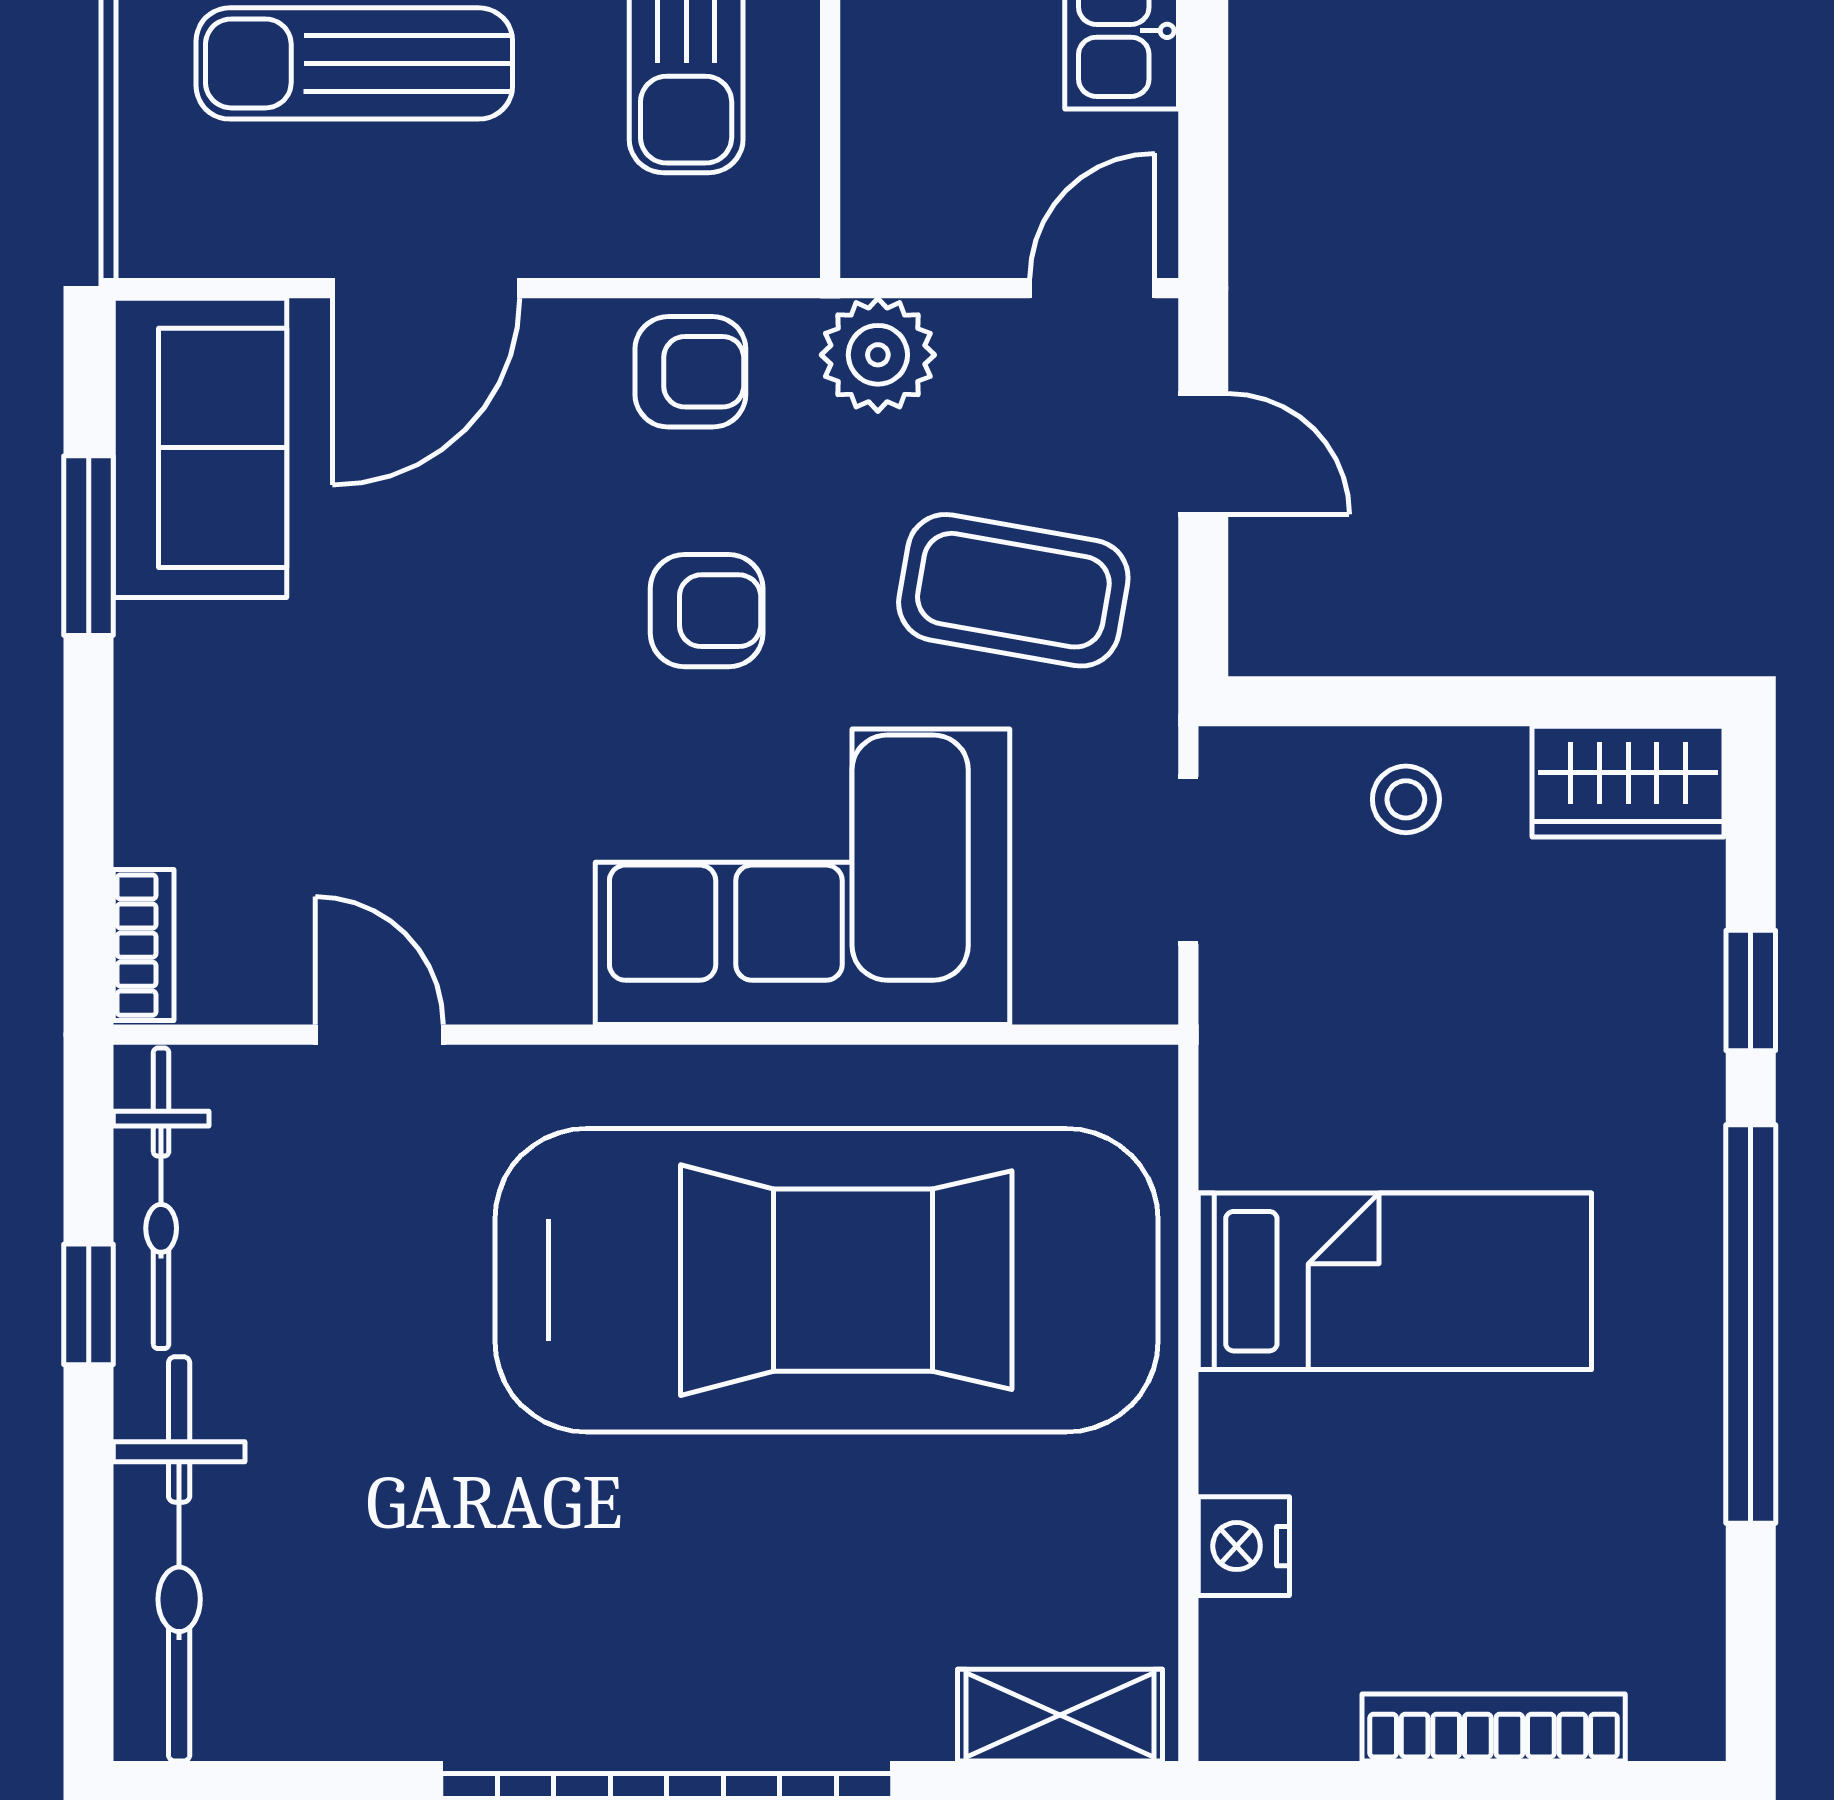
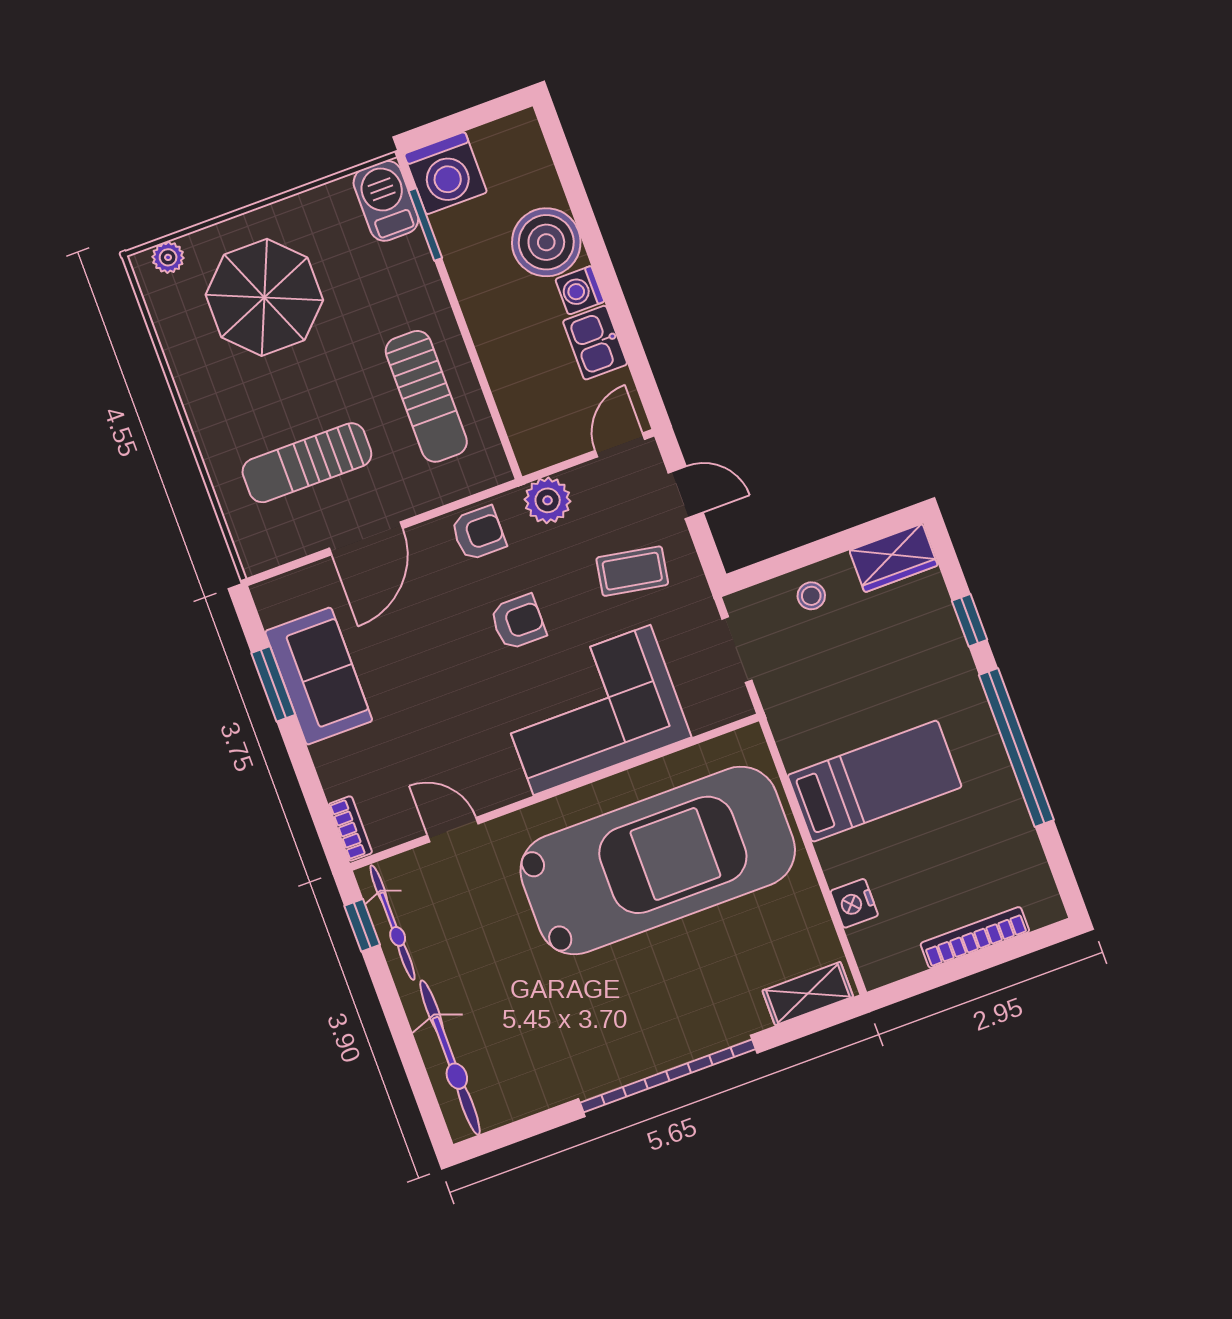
sofa: (200, 448) -> (319, 676), moved
coffee table: (1013, 590) -> (632, 571), width x0.73, depth x0.77
window: (89, 1304) -> (362, 925), moved

